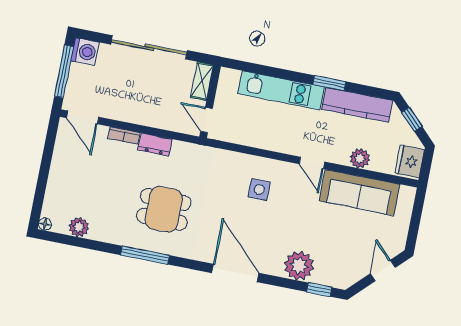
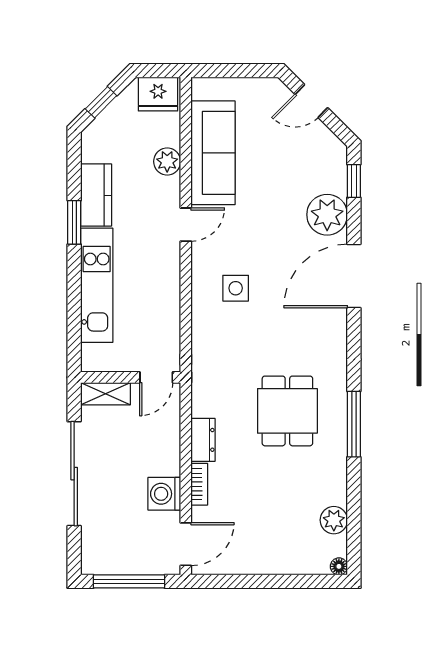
washing machine: (85, 52) -> (164, 494), moved, turned -90
kitchen counter: (357, 105) -> (96, 195), width x0.67
door: (235, 273) -> (354, 276), moved

